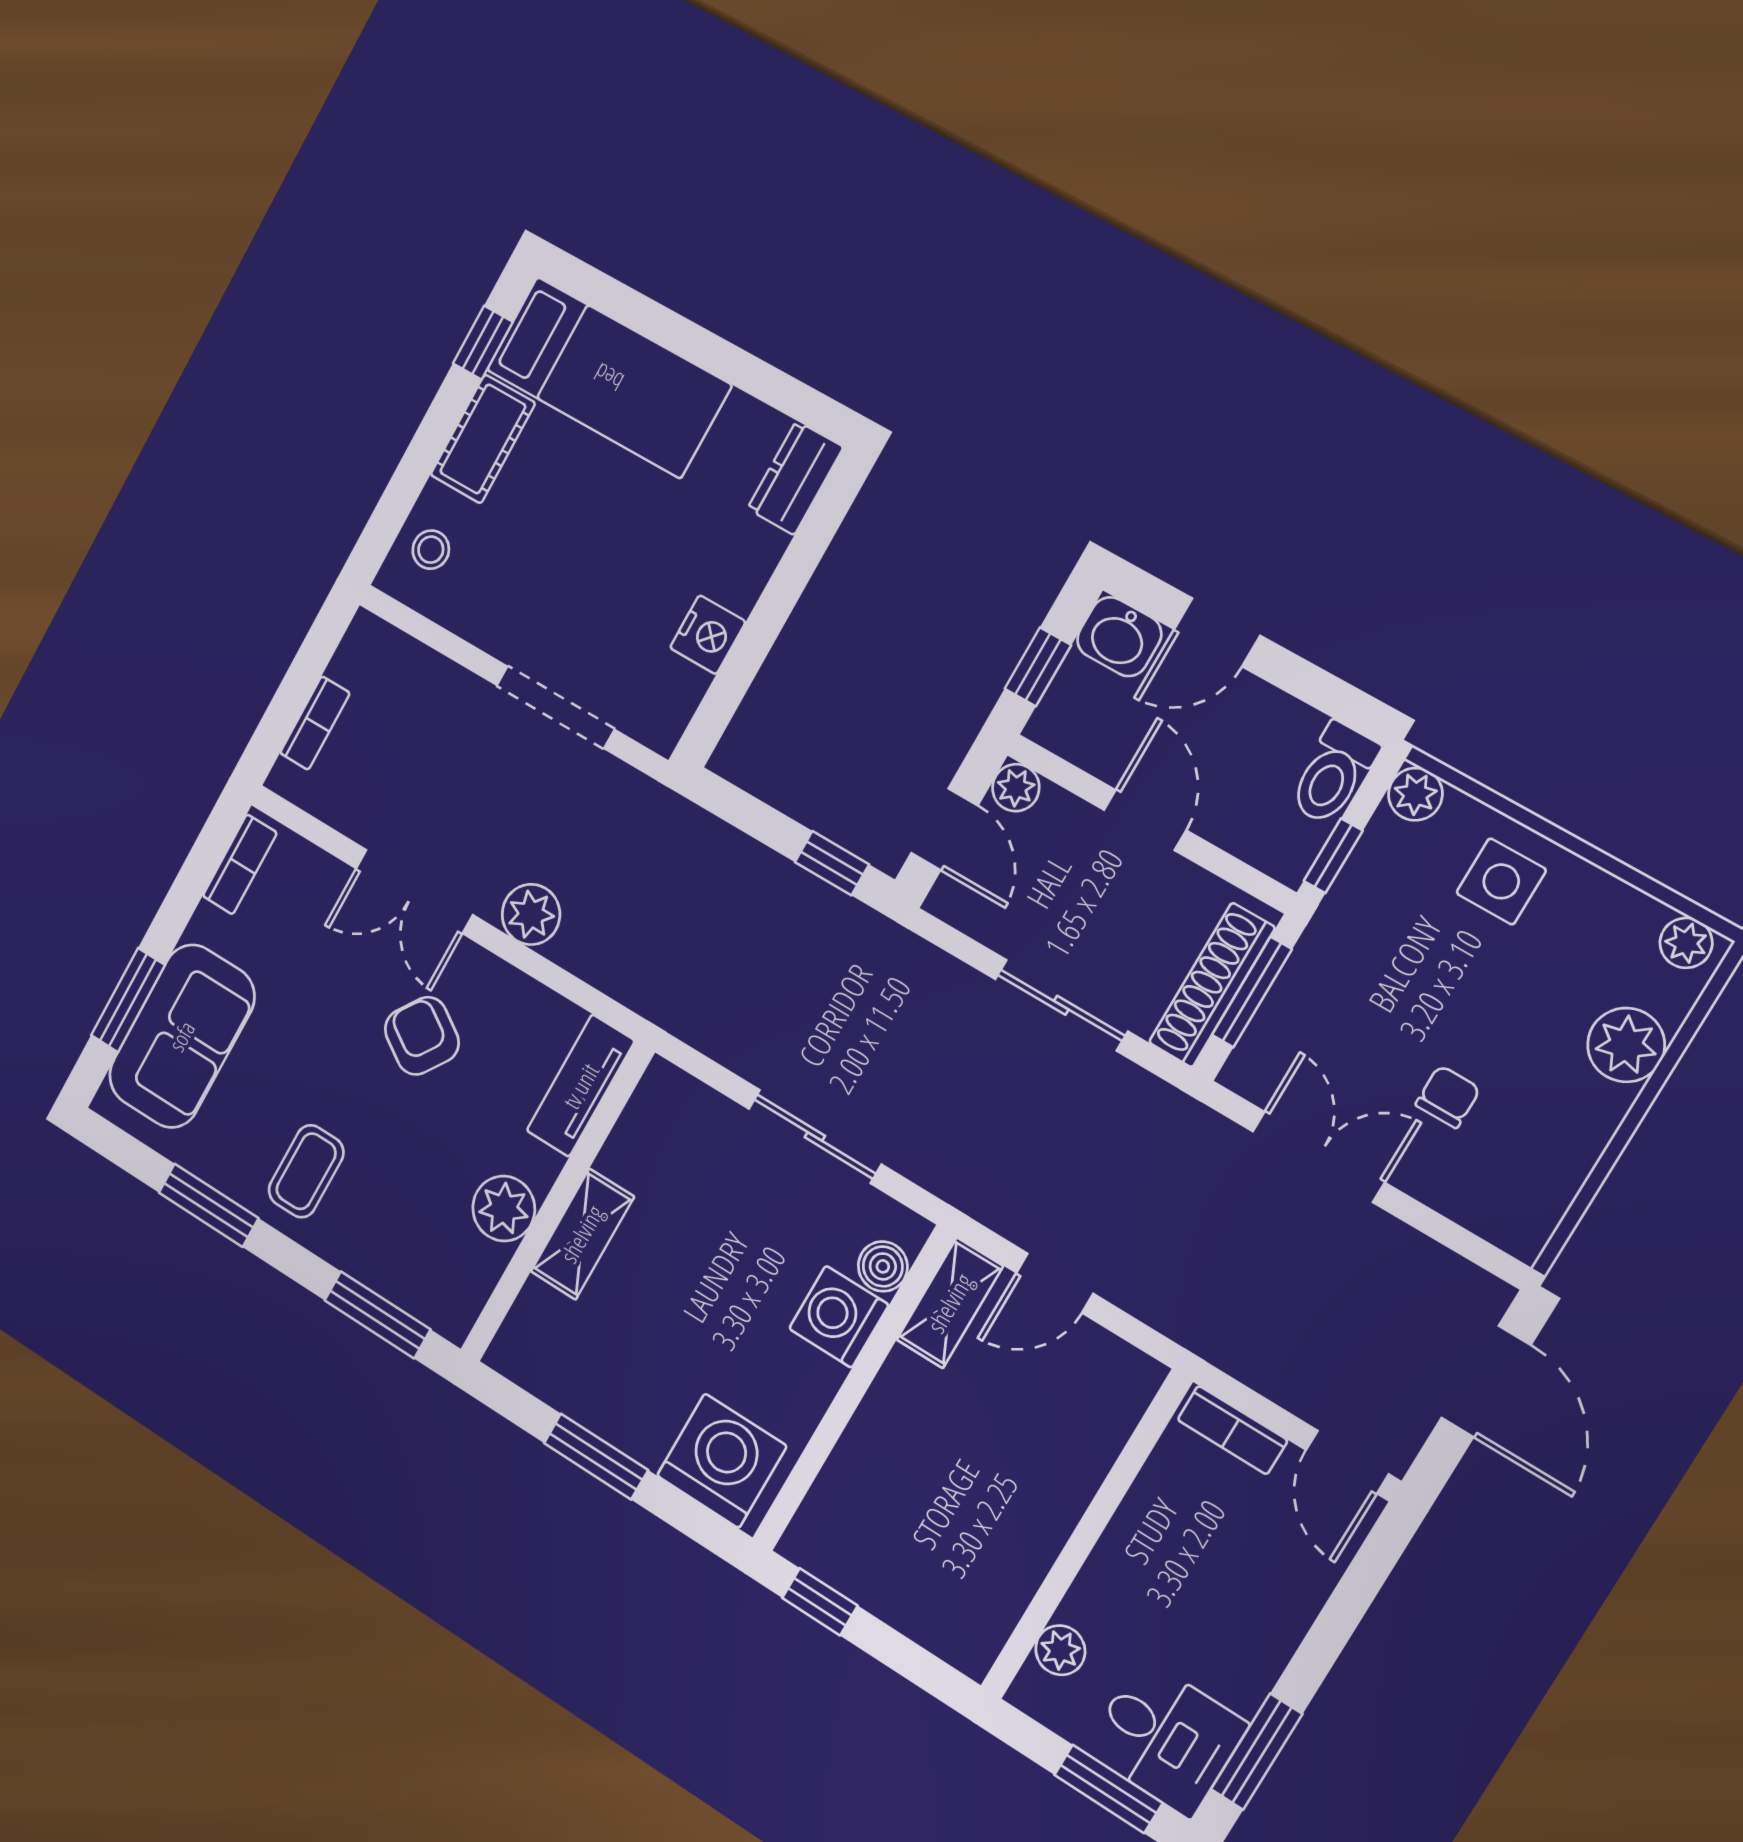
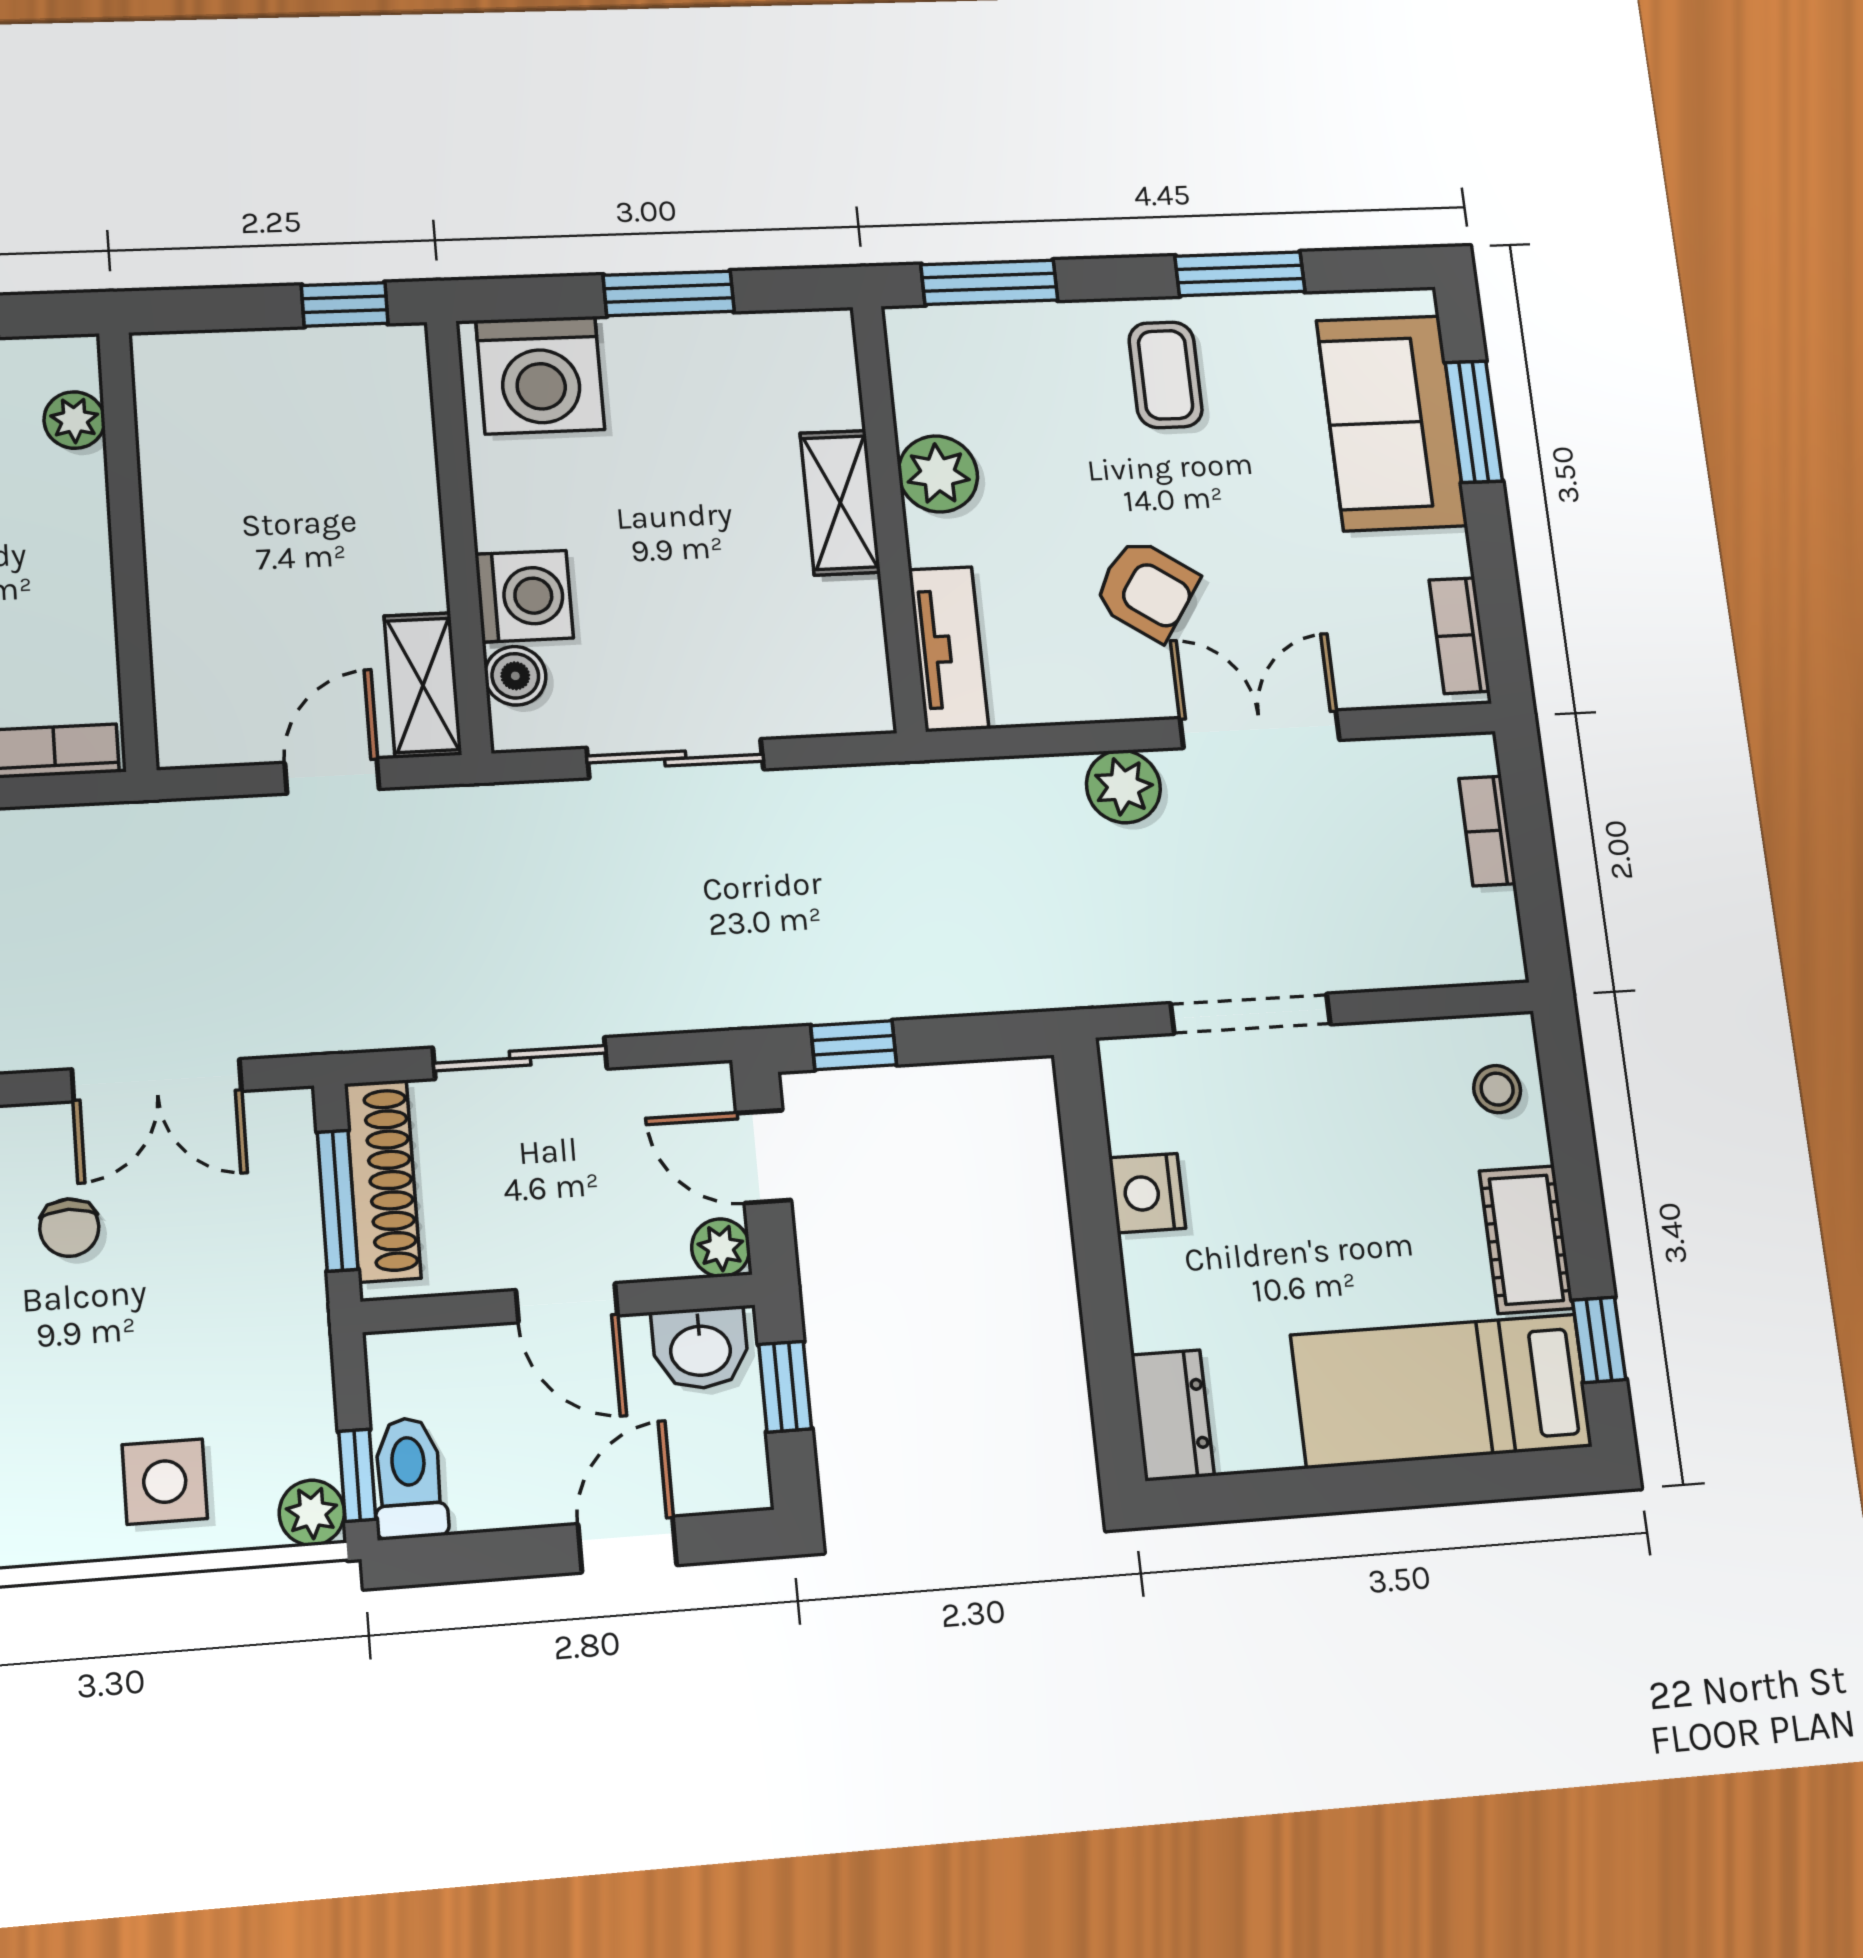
washbasin: (1119, 637) -> (700, 1348), moved, turned 180
window: (1333, 856) -> (357, 1475), moved

